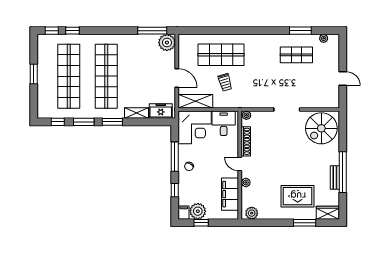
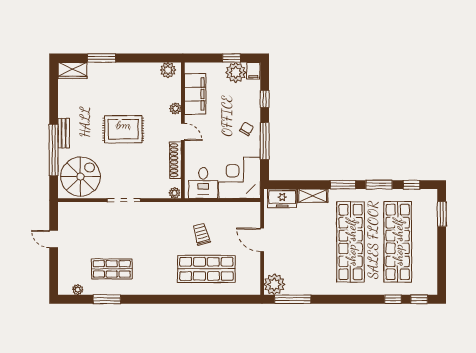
window: (34, 74) -> (442, 214), moved
shelving: (195, 101) -> (239, 211), removed
window: (343, 172) -> (54, 150), moved
bench: (335, 178) -> (64, 133), moved
rug: (298, 196) -> (123, 129), moved

